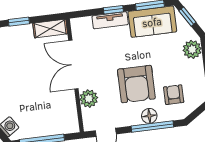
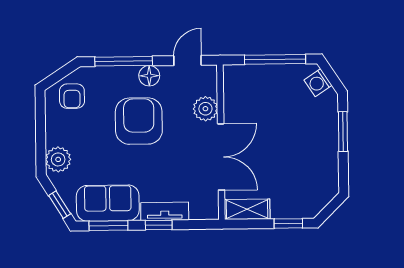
armchair: (174, 95) -> (72, 96), moved
floor lamp: (149, 116) -> (149, 76), moved

